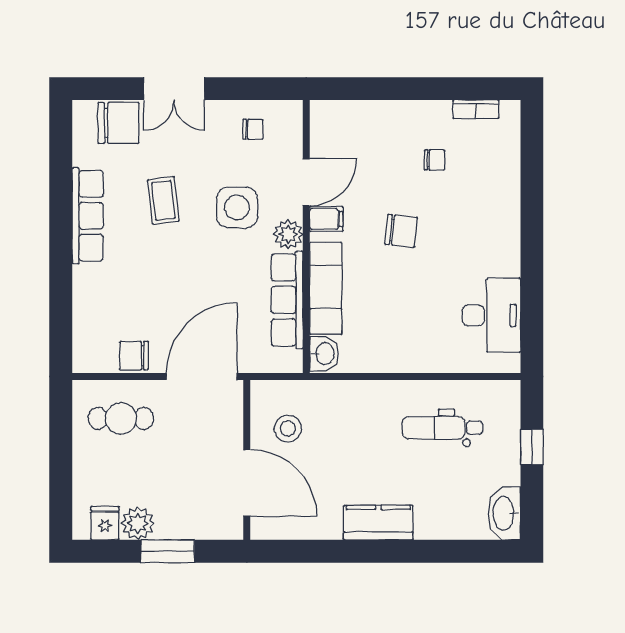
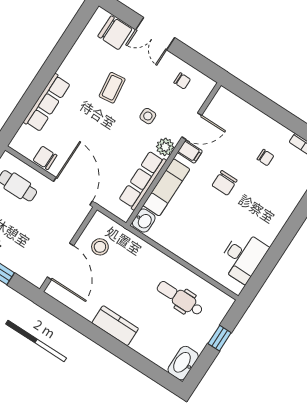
side table: (237, 207) -> (148, 116), width x0.54, depth x0.54
row of seats: (88, 216) -> (47, 103), moved
chair: (401, 231) -> (225, 183), turned 84
door: (202, 377) -> (73, 191), hinge flipped

